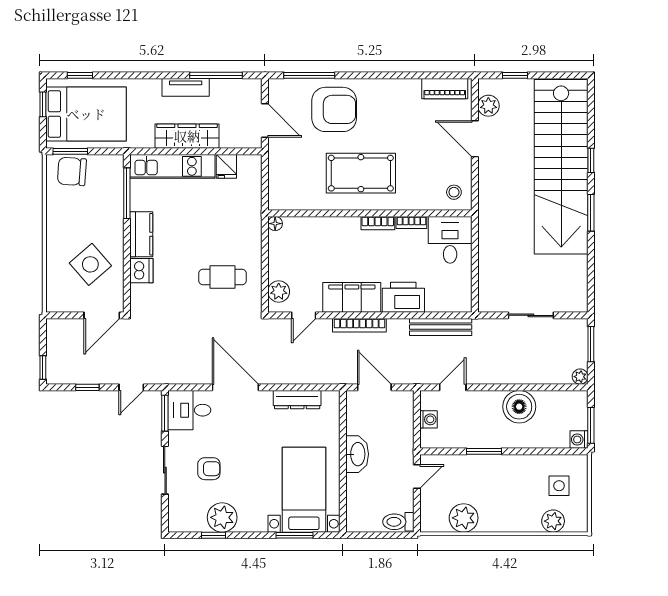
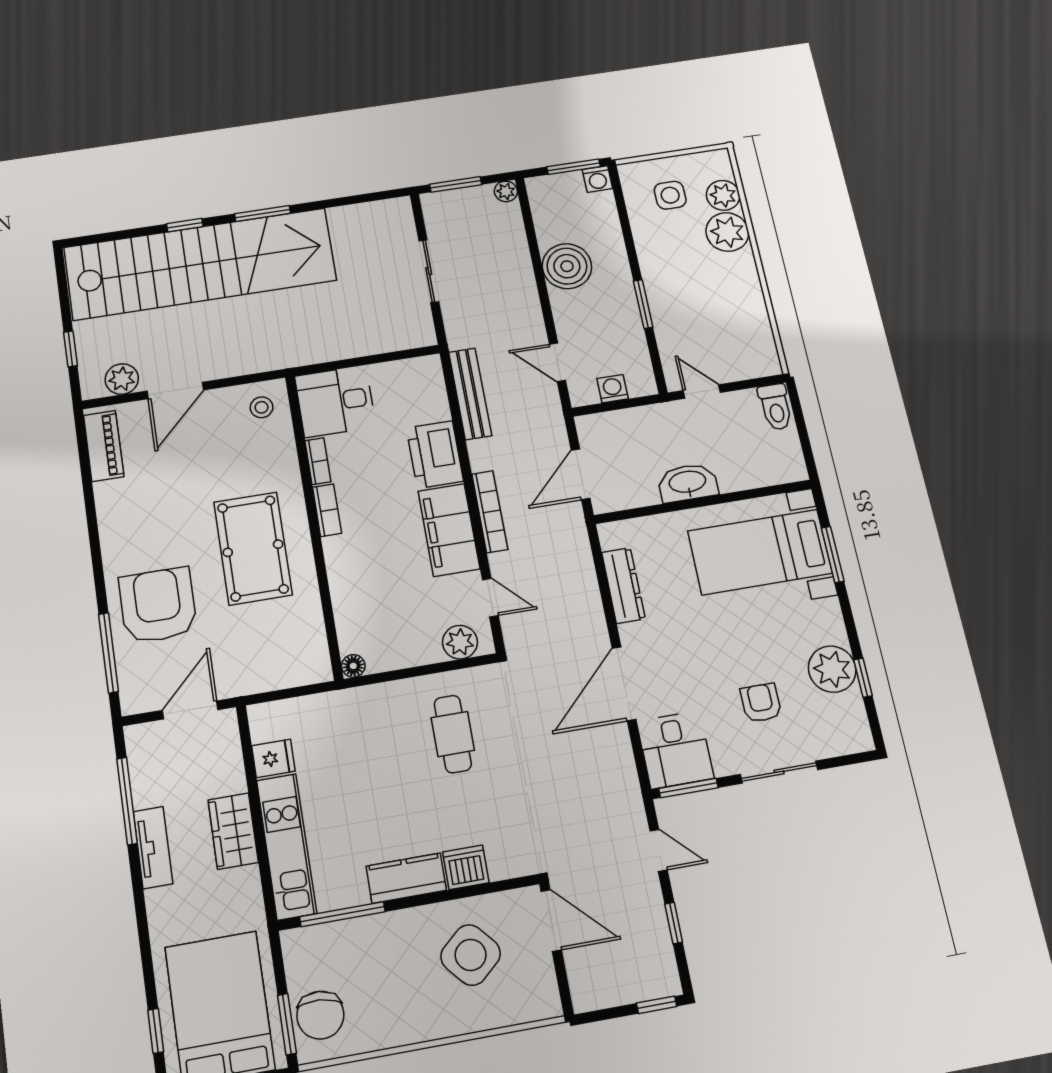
wardrobe: (187, 136) -> (233, 831), width x0.67
plant: (464, 518) -> (727, 232), moved

